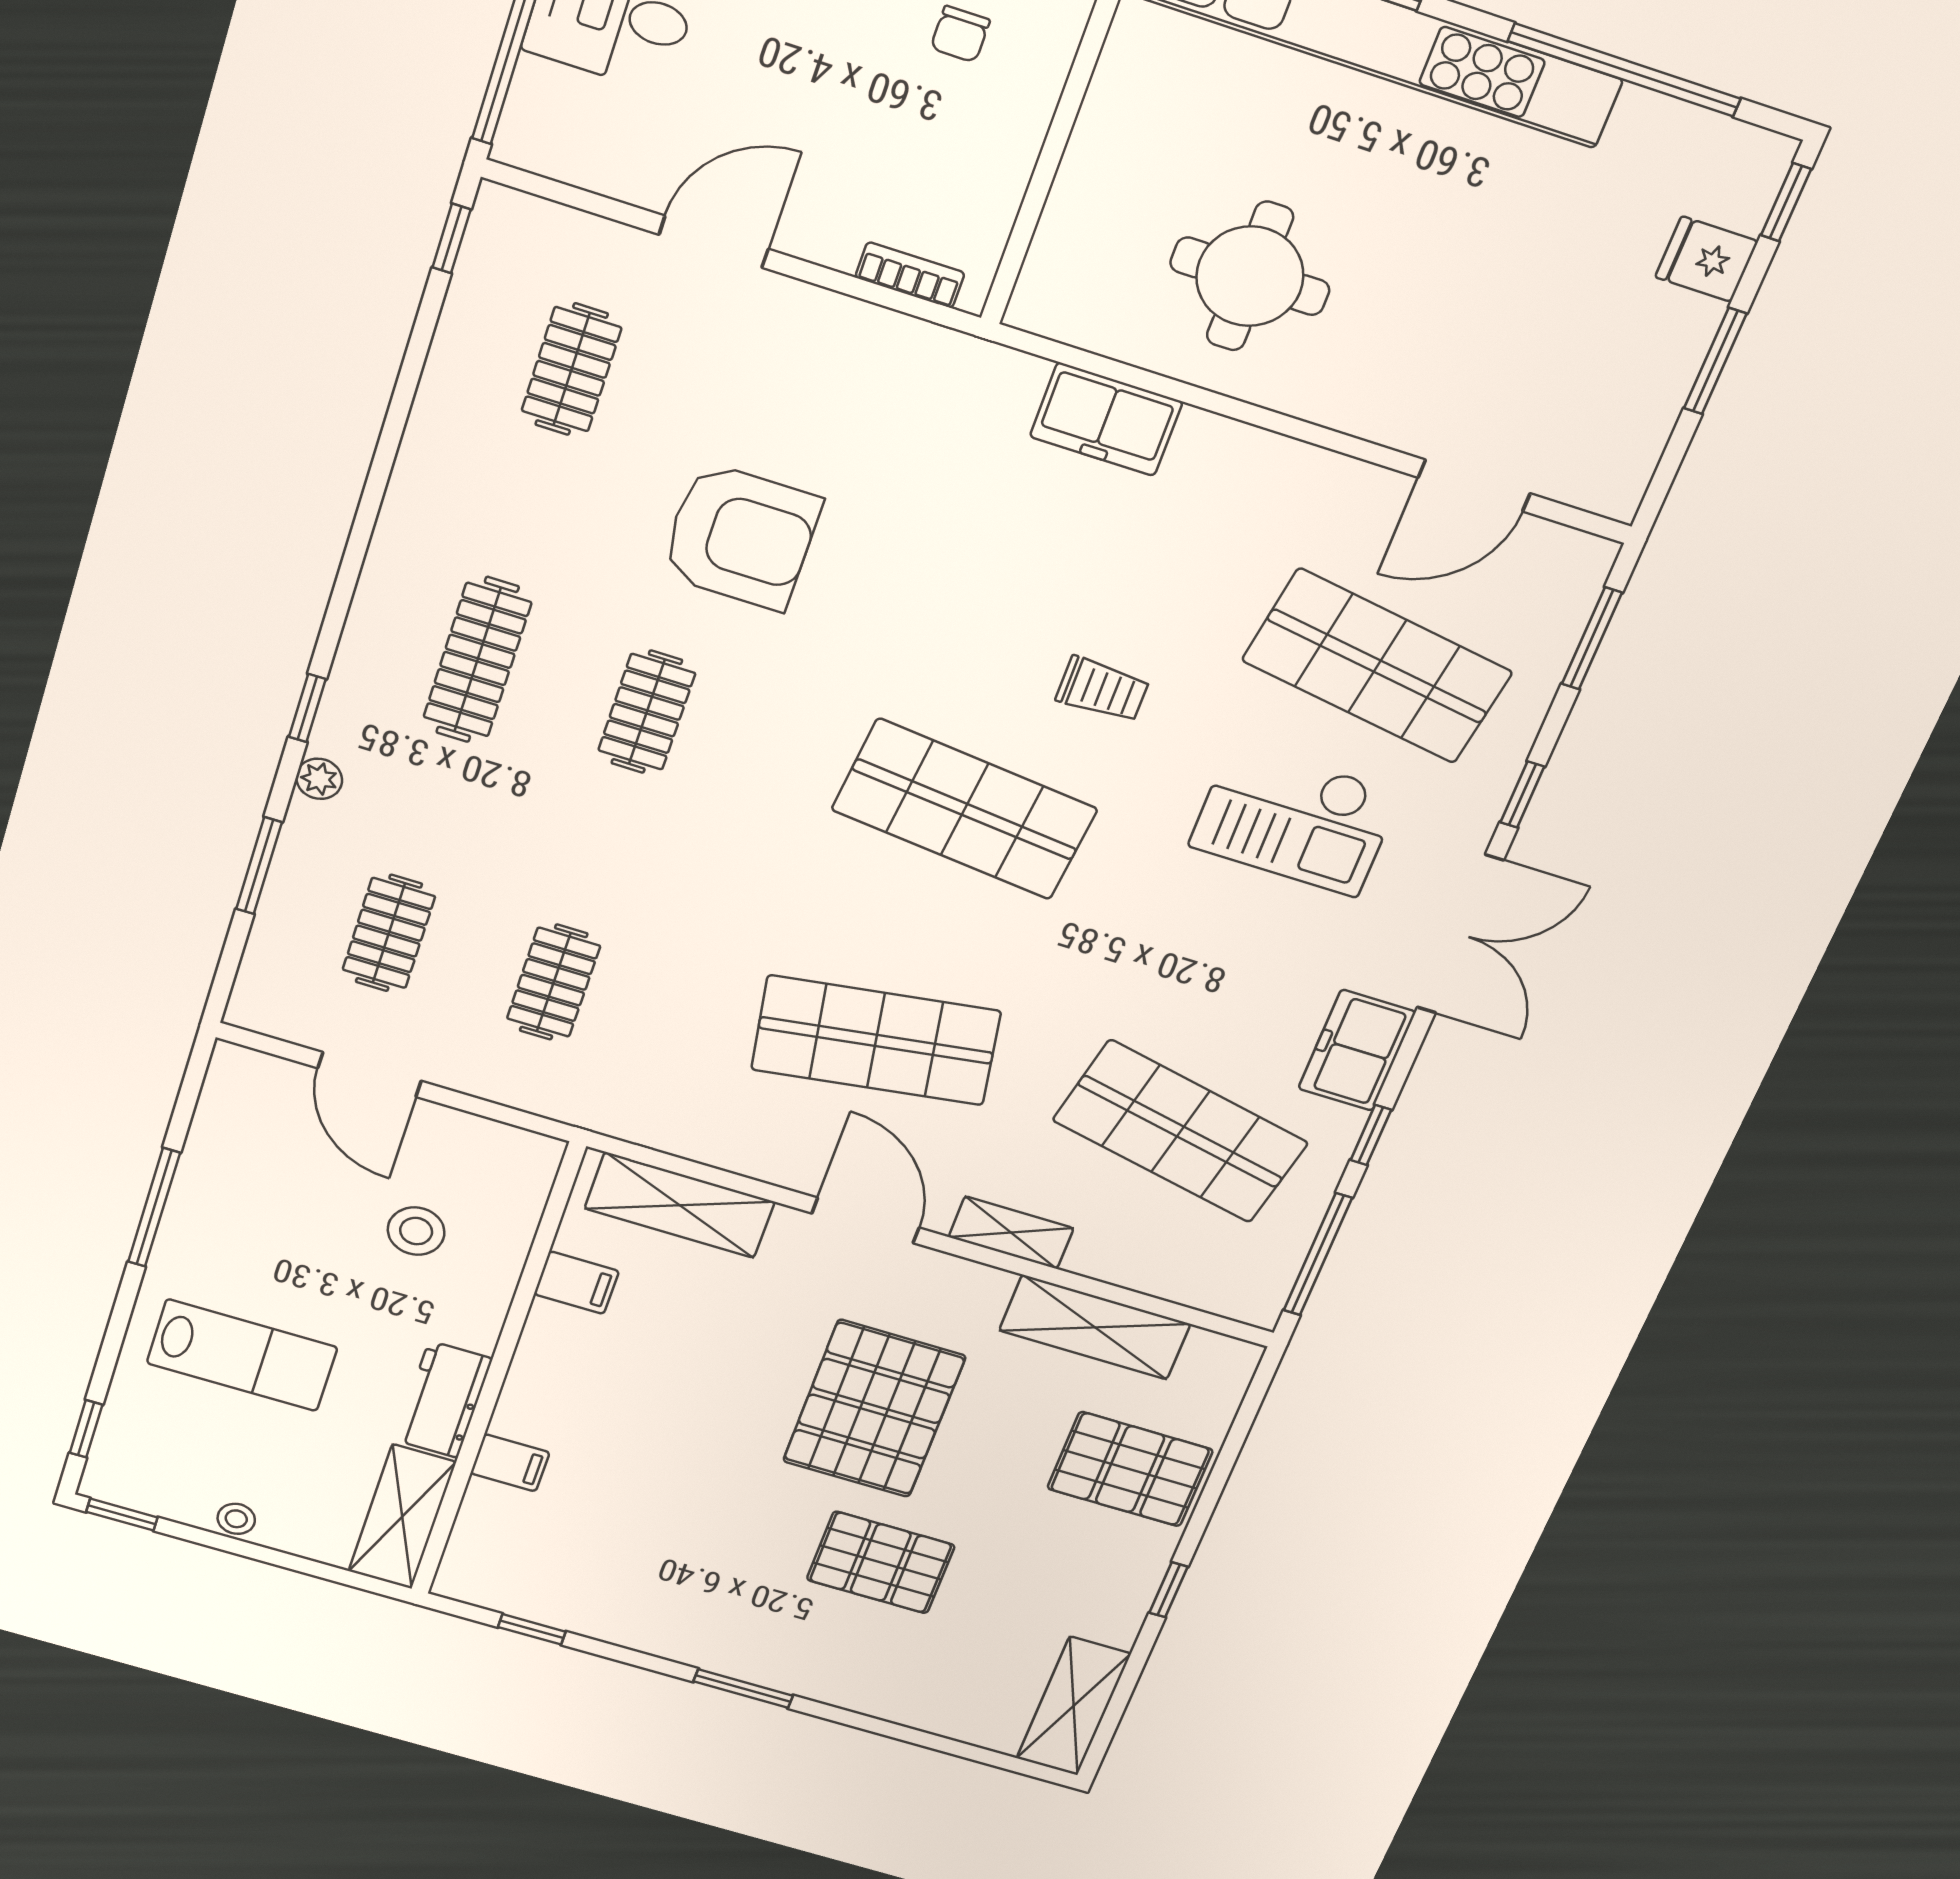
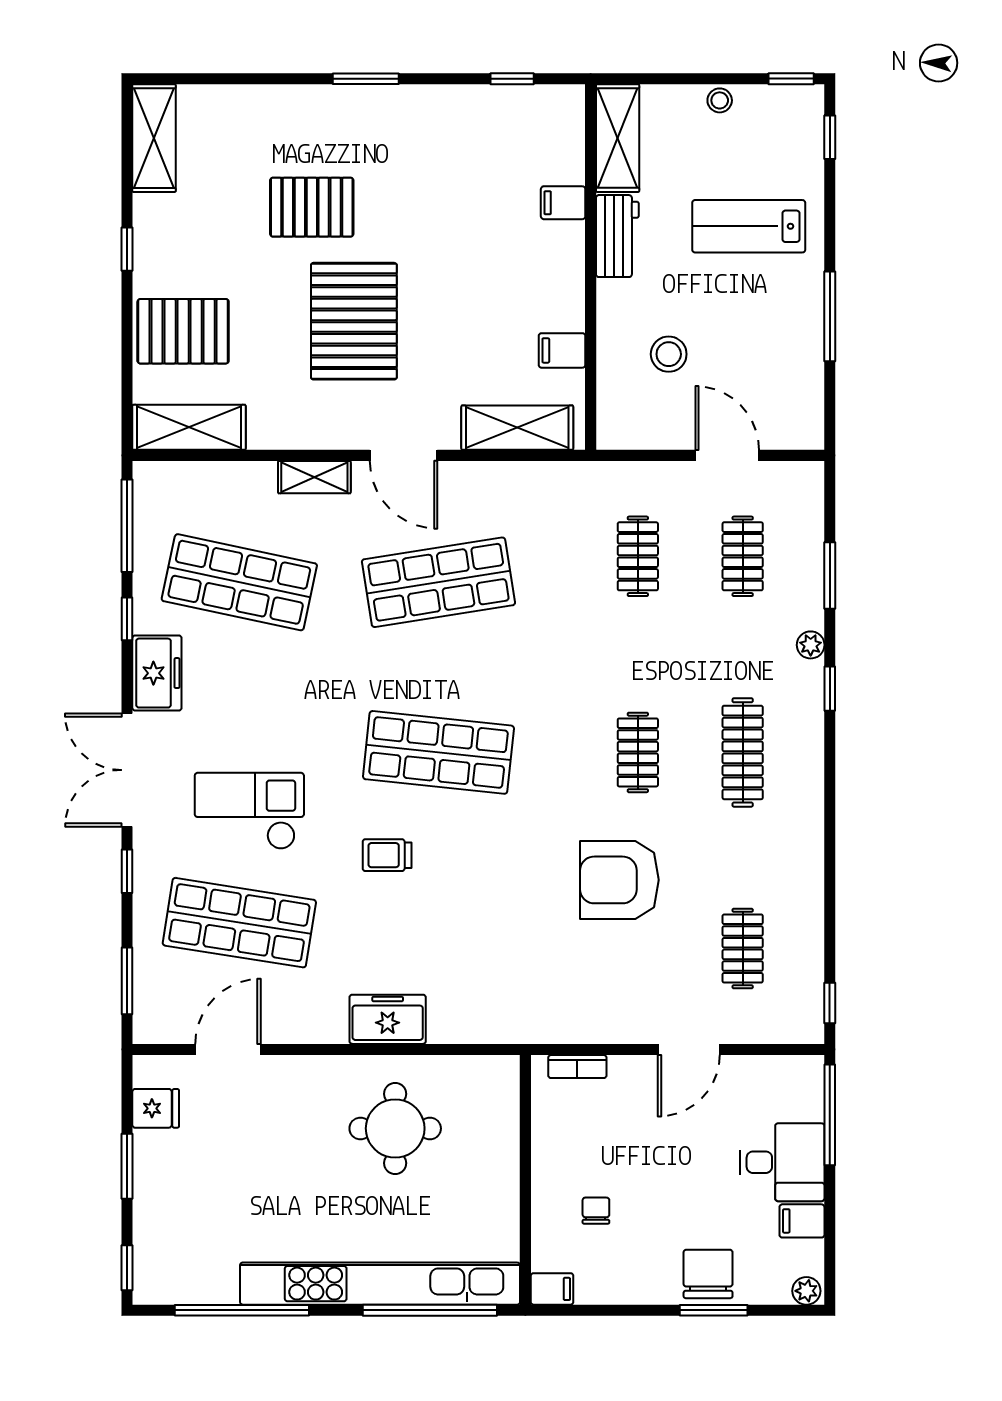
fridge: (1707, 259) -> (156, 1108), moved
freezer: (1106, 419) -> (388, 1019), moved
shelving: (1095, 1327) -> (189, 427), moved

